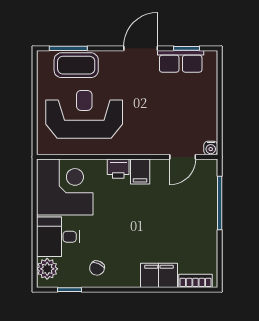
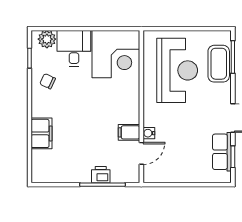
water cooler: (211, 148) -> (149, 133), moved
door: (183, 157) -> (141, 153), swing flipped
printer: (118, 169) -> (101, 175), moved, turned 90
filing cabinet: (140, 172) -> (129, 132), moved
bookcase: (195, 281) -> (37, 164), removed

